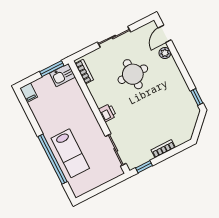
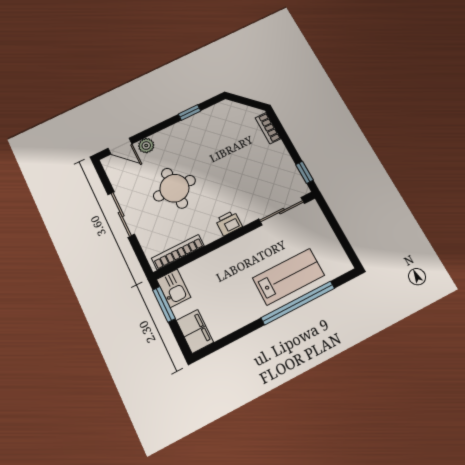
bookcase: (84, 72) -> (178, 252), width x1.56
filing cabinet: (29, 93) -> (195, 331), width x2.00
window: (197, 97) -> (190, 112), moved
bookcase: (163, 149) -> (268, 128), moved

